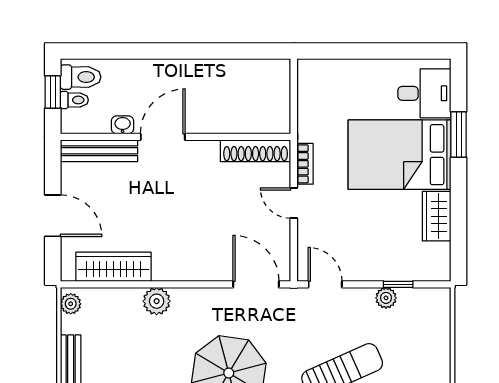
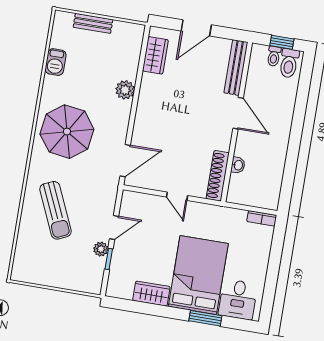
washbasin: (123, 125) -> (238, 165), moved
bookcase: (305, 164) -> (262, 218), moved
door: (294, 203) -> (177, 196), swing flipped
wardrobe: (113, 267) -> (155, 55), width x0.67
door: (325, 284) -> (114, 228), moved
plant: (71, 304) -> (133, 30), removed

